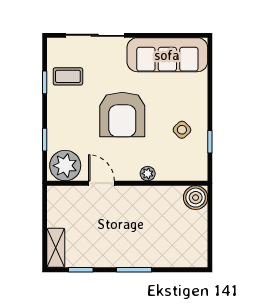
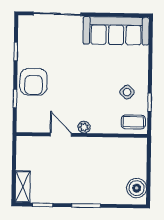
coffee table: (68, 76) -> (133, 122), moved
armchair: (122, 115) -> (34, 82), moved, width x0.73, depth x0.73
plant: (65, 166) -> (31, 120), removed
plant: (148, 174) -> (84, 127), moved
boiler: (196, 198) -> (137, 188), moved

